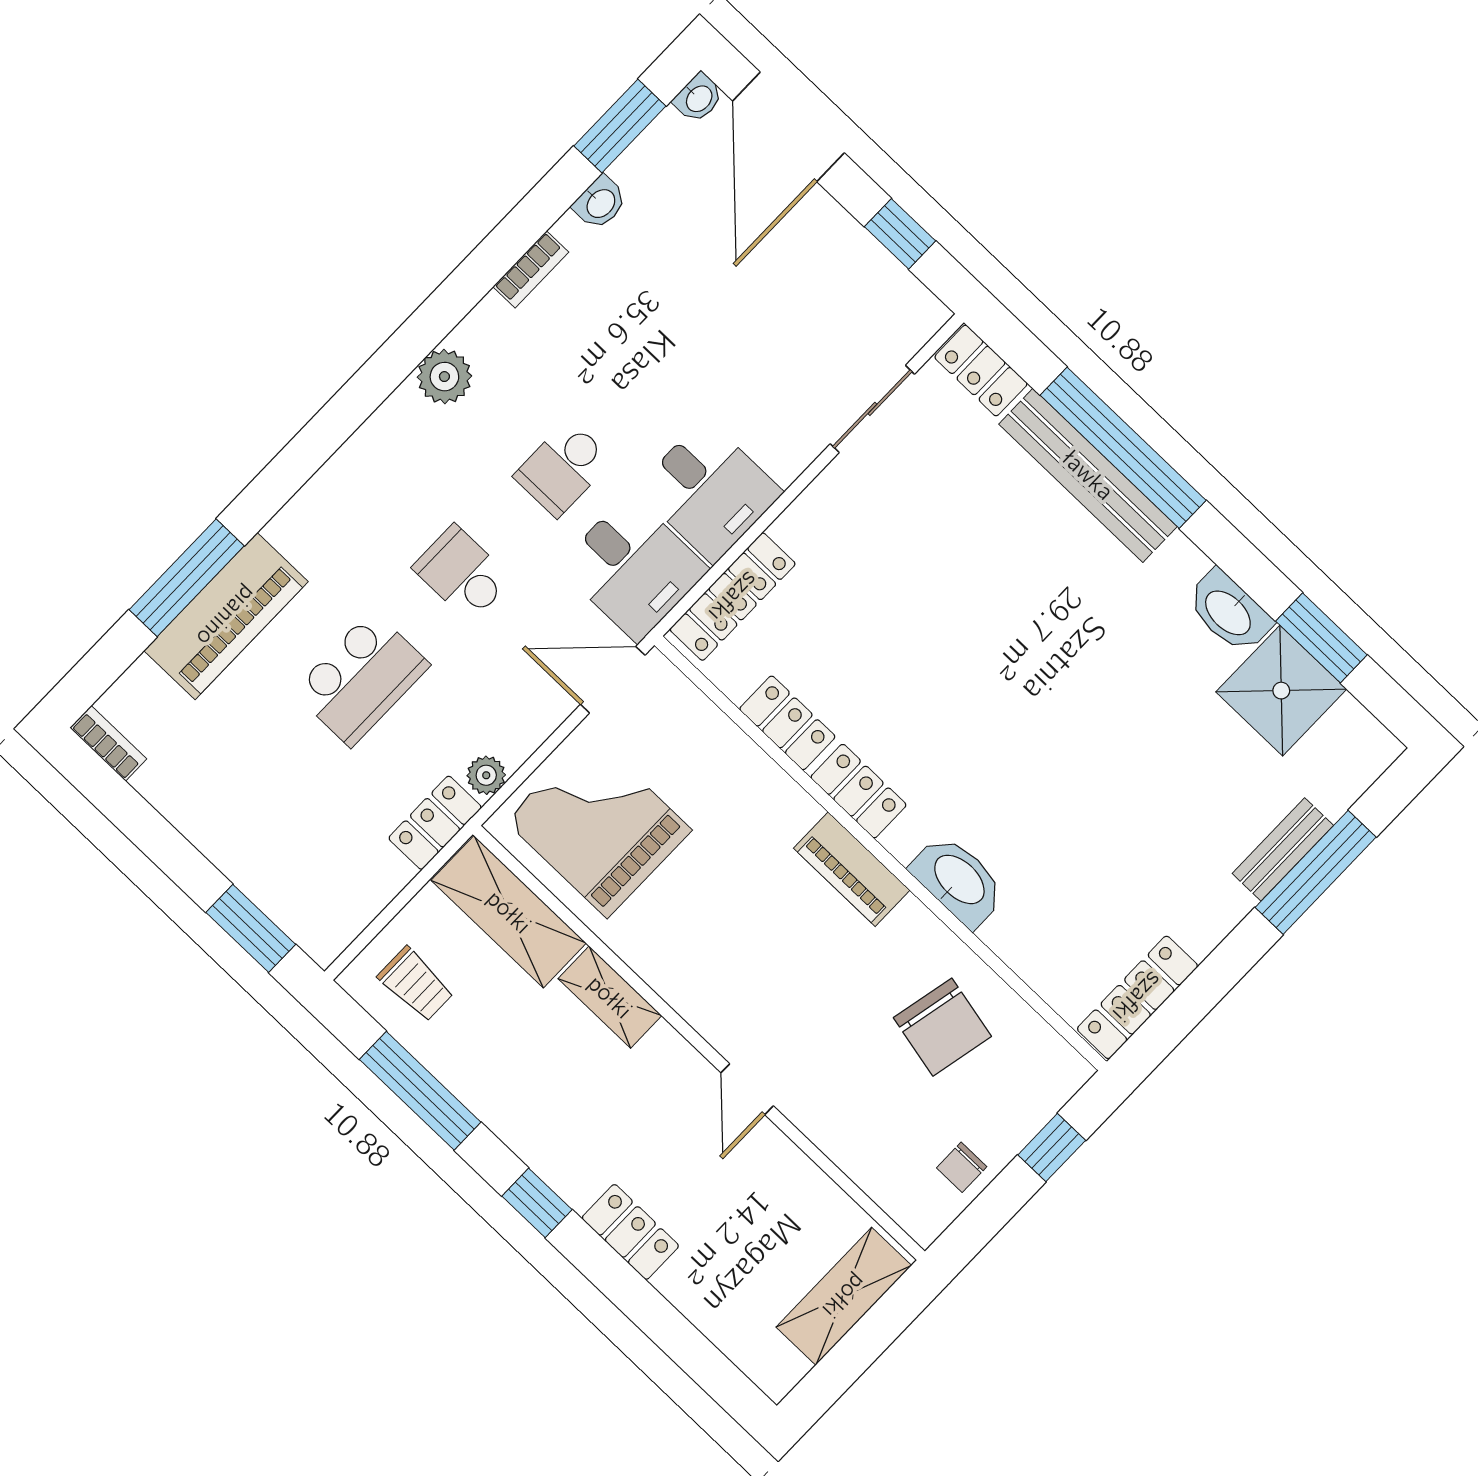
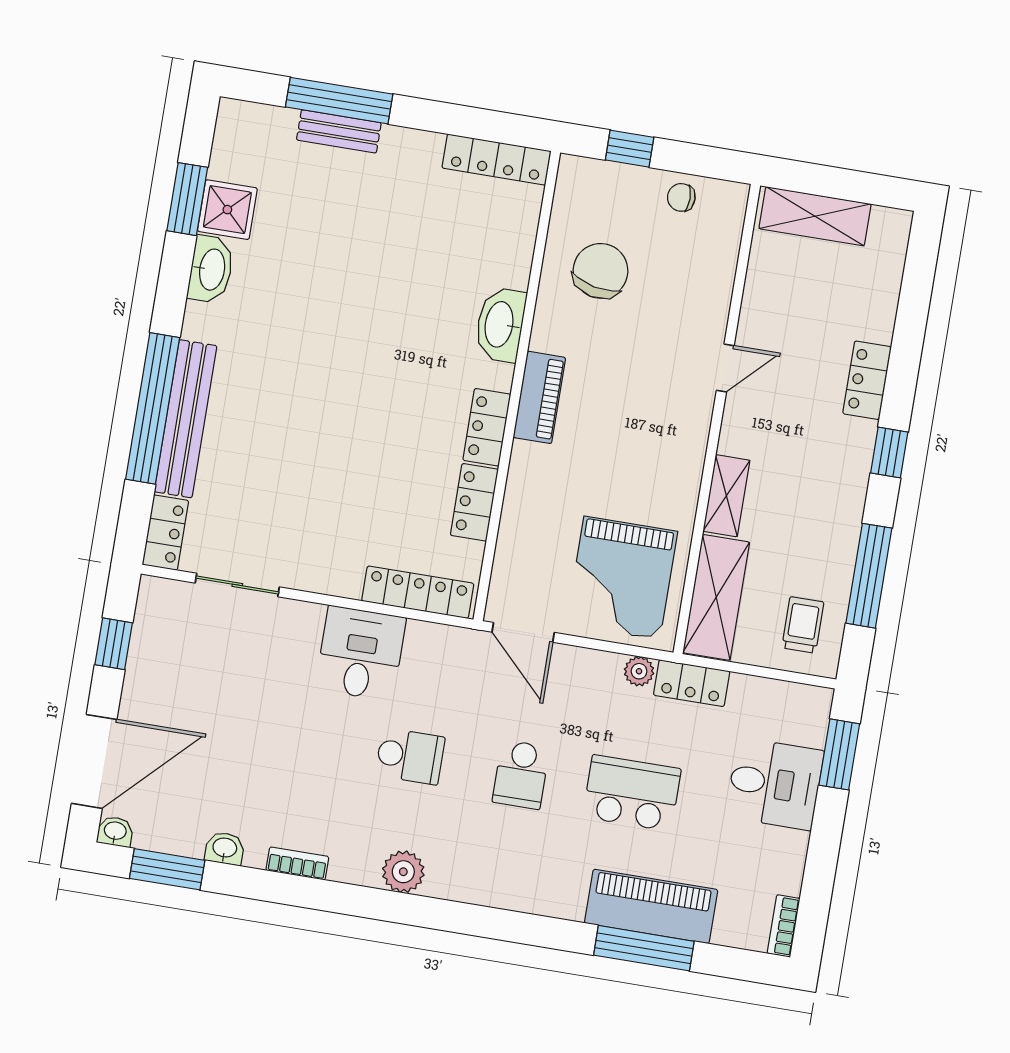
desk: (633, 568) -> (775, 784), moved, turned 90
shower: (1281, 691) -> (227, 210), width x0.73, depth x0.73
chair: (962, 1167) -> (681, 197), turned 180

